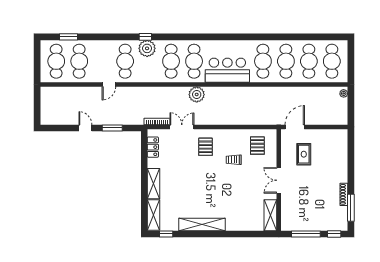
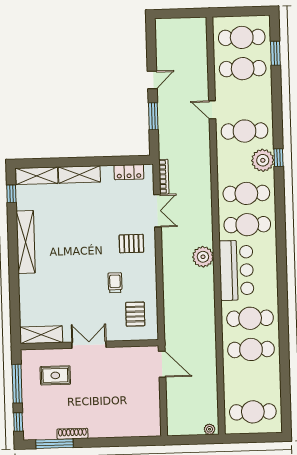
cafe table: (309, 61) -> (252, 381), removed
plant: (197, 94) -> (203, 257), moved
pallet: (257, 146) -> (135, 314), turned 90
rug: (304, 154) -> (55, 375), moved

